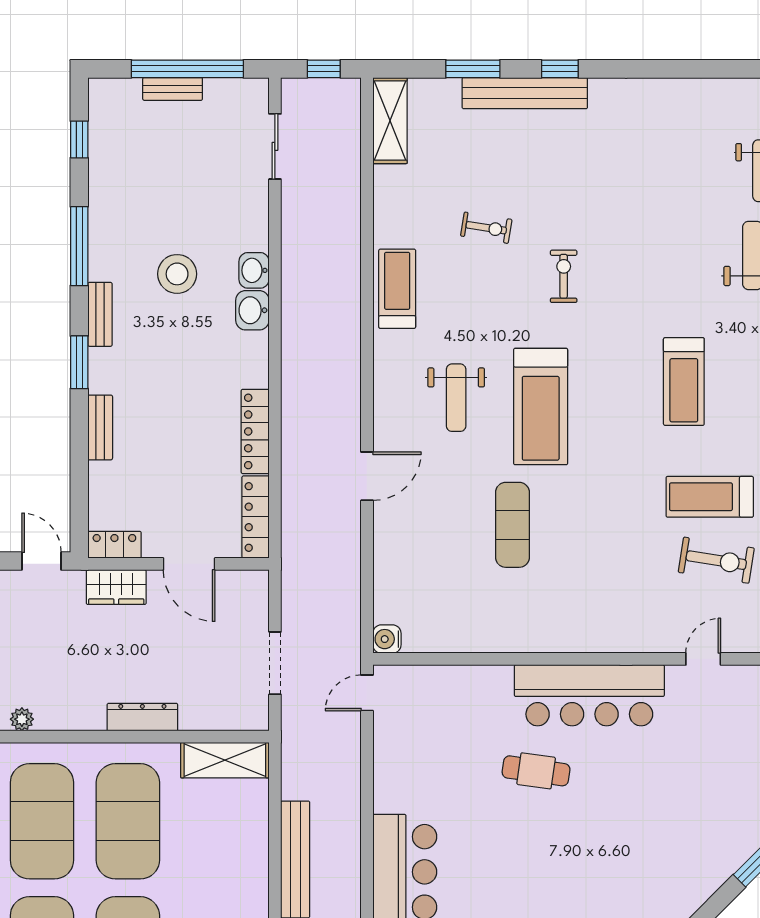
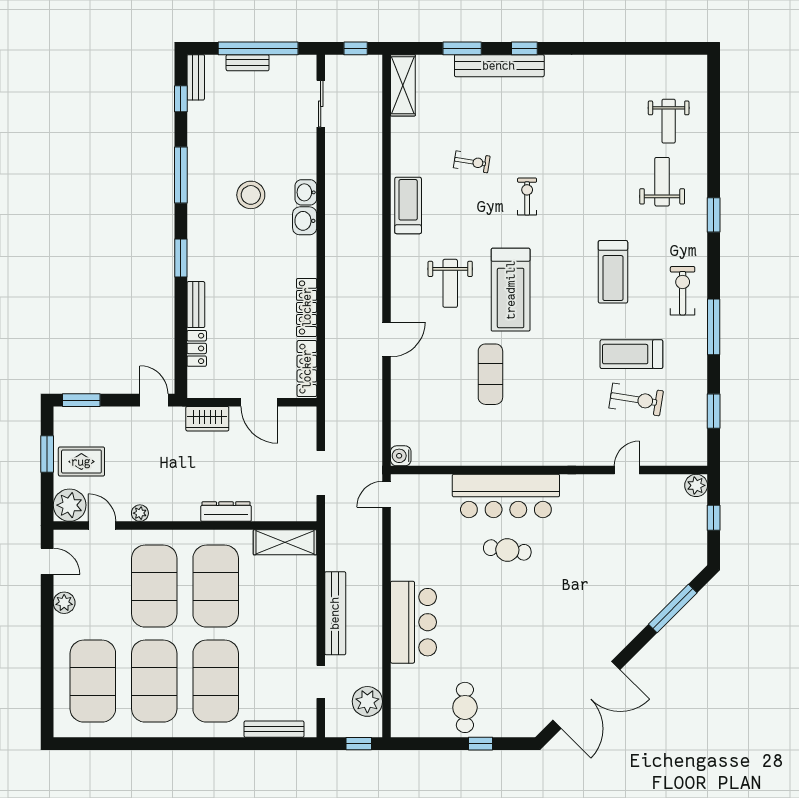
bench: (100, 314) -> (196, 77), moved
locker: (114, 545) -> (197, 348), moved, turned 90
bar counter: (589, 695) -> (506, 496), moved

